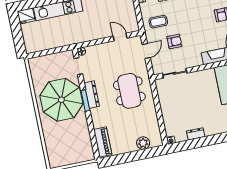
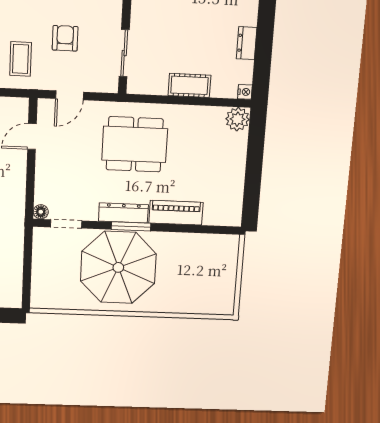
door: (146, 51) -> (70, 95), swing flipped
cot: (167, 111) -> (189, 85), added
piano: (103, 142) -> (176, 213), moved
plant: (143, 143) -> (238, 119), moved

